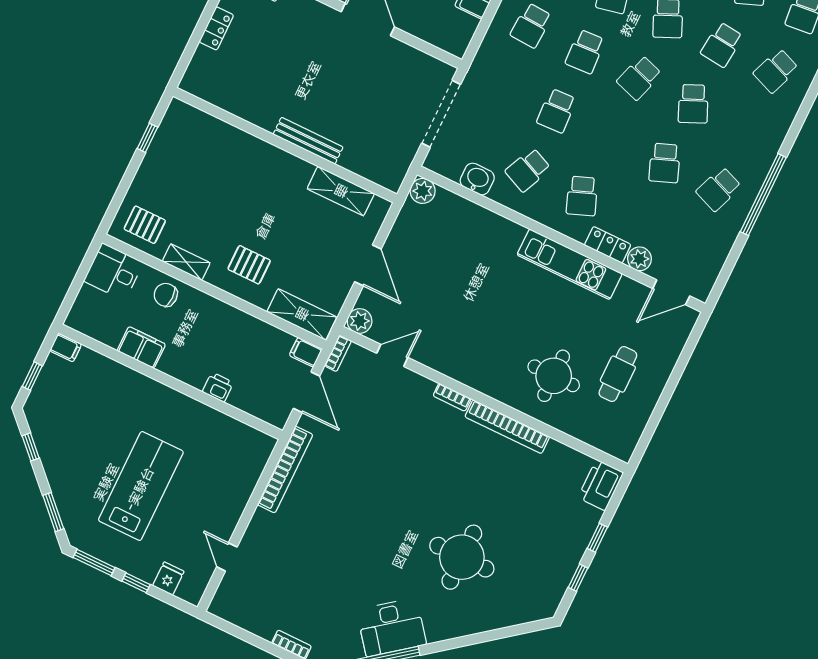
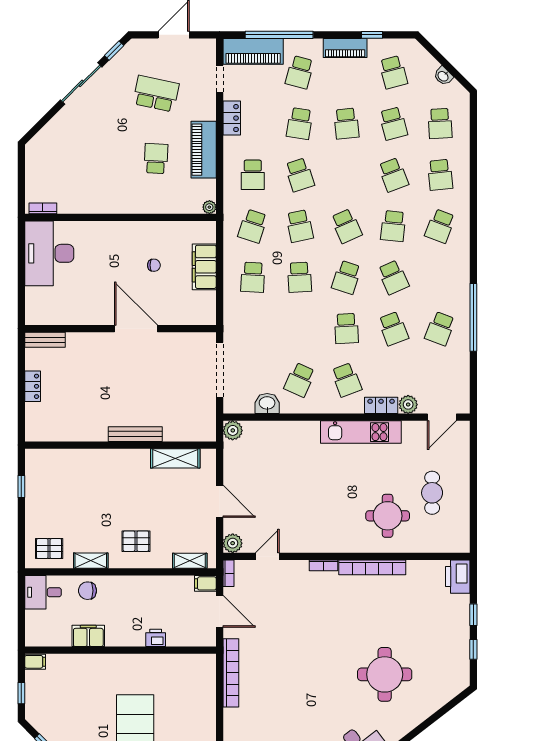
school desk: (557, 111) -> (346, 329), moved
shelving: (302, 314) -> (190, 561), width x0.67, depth x0.75

